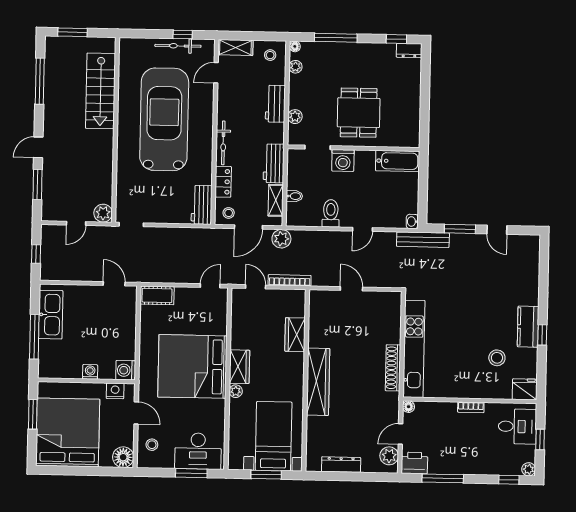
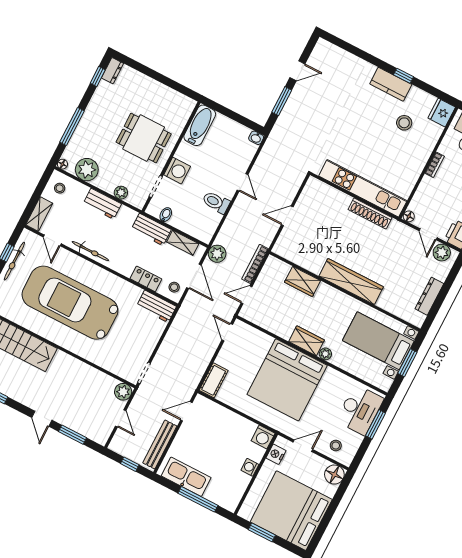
plant: (295, 67) -> (87, 170), width x1.88, depth x1.88
bicycle: (223, 143) -> (90, 251), moved
bidet: (294, 196) -> (166, 215), moved
bench: (423, 240) -> (160, 444), moved

